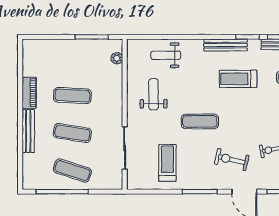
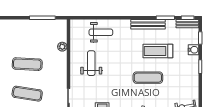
weight bench: (166, 55) -> (101, 32), turned 180
plant: (117, 58) -> (62, 47), moved
exercise mat: (200, 121) -> (148, 78), moved

